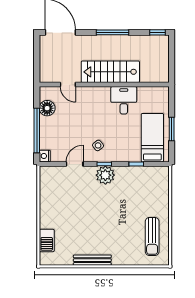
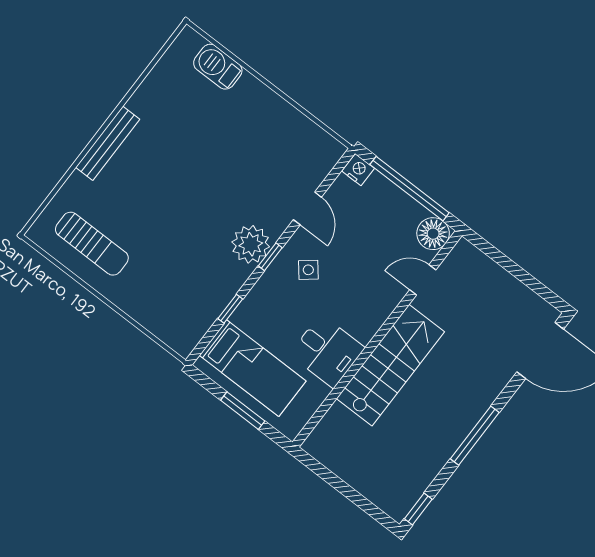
stairs: (110, 72) -> (390, 365), moved
door: (68, 85) -> (423, 280), moved
wall: (104, 85) -> (377, 339), moved
desk: (124, 100) -> (327, 351), moved
sun lounger: (152, 237) -> (92, 244), turned 180
bench: (92, 260) -> (108, 143), moved

